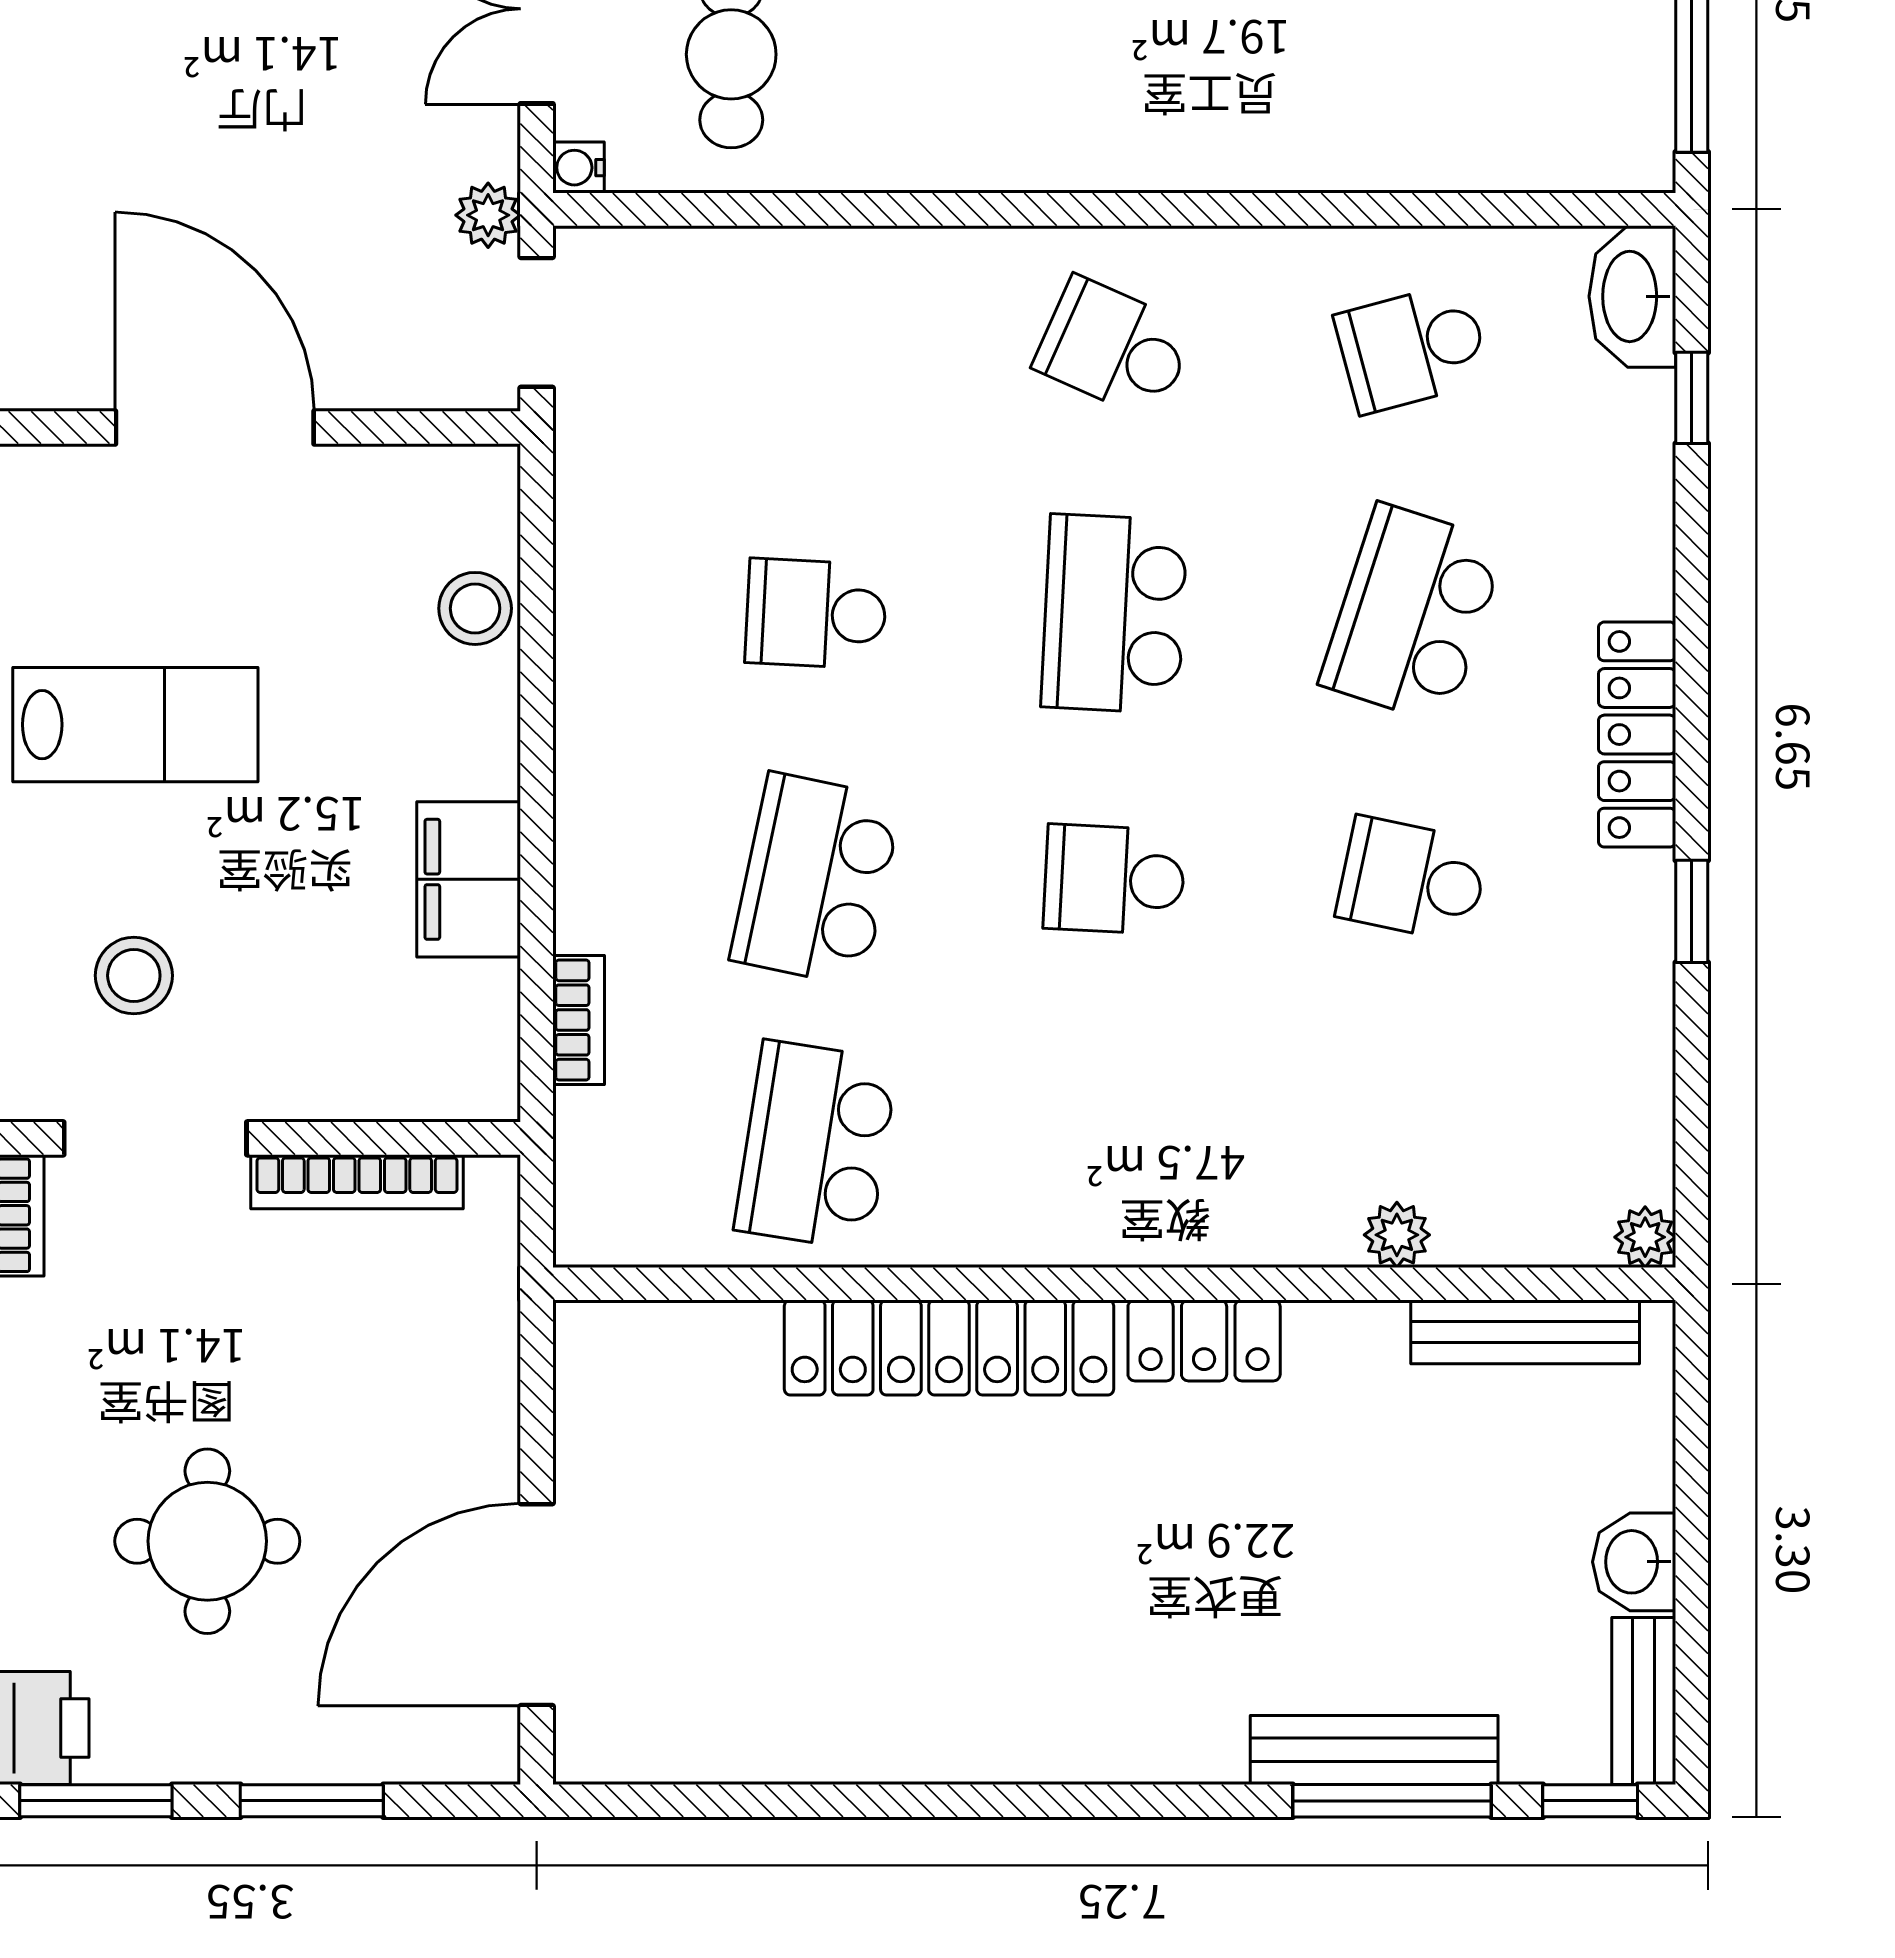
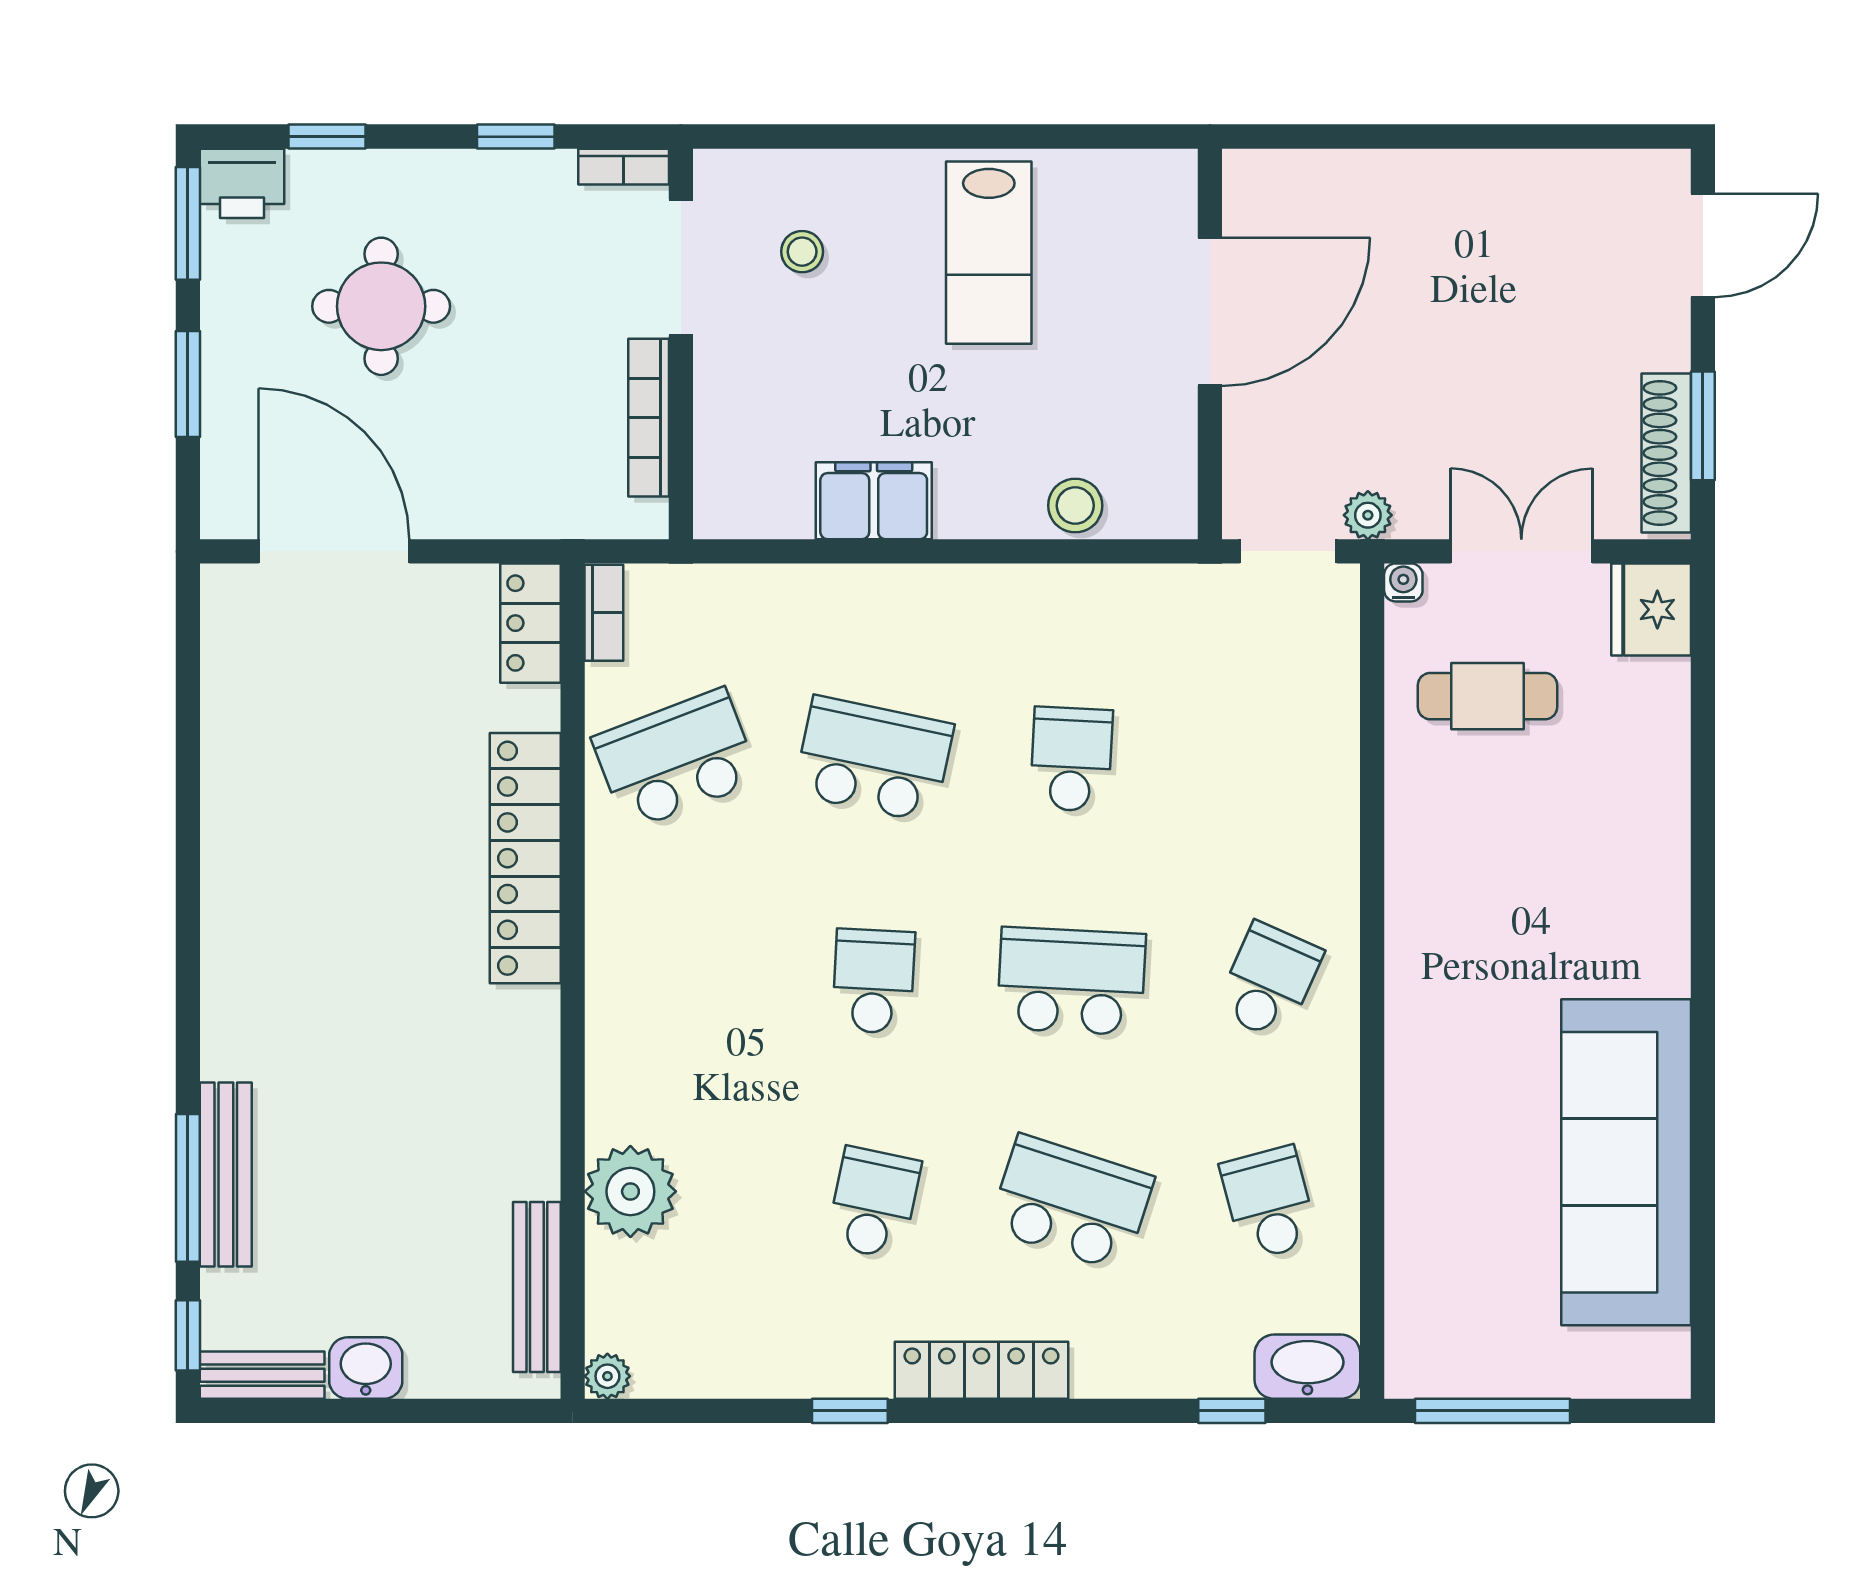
stool: (134, 976) -> (802, 252), width x0.73, depth x0.73
bookcase: (579, 1020) -> (604, 613), moved, turned -90
school desk: (816, 1145) -> (676, 759), turned -30
plant: (1397, 1235) -> (630, 1191), width x1.88, depth x1.88
locker: (1204, 1340) -> (531, 623), moved

